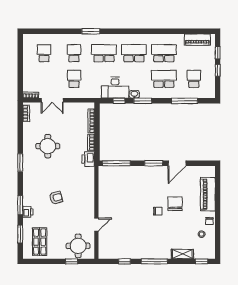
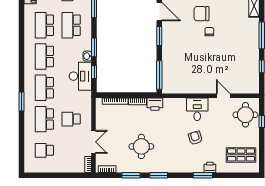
school desk: (74, 53) -> (44, 119), width x1.85
desk: (83, 200) -> (197, 109), added
window: (20, 234) -> (131, 175), moved

